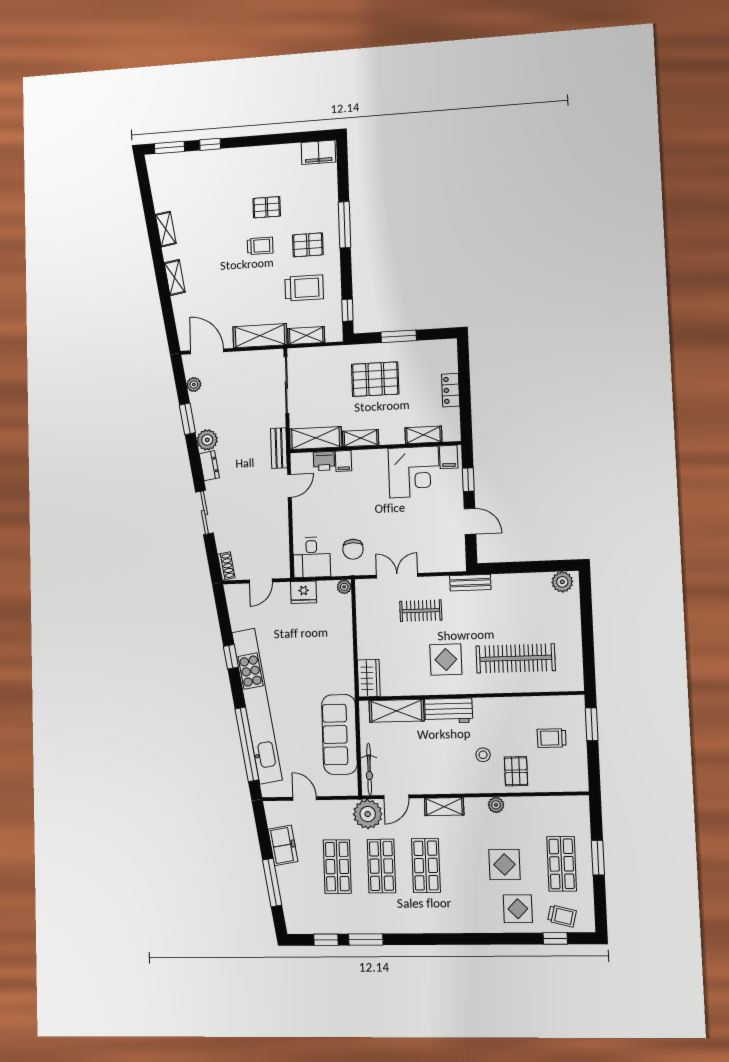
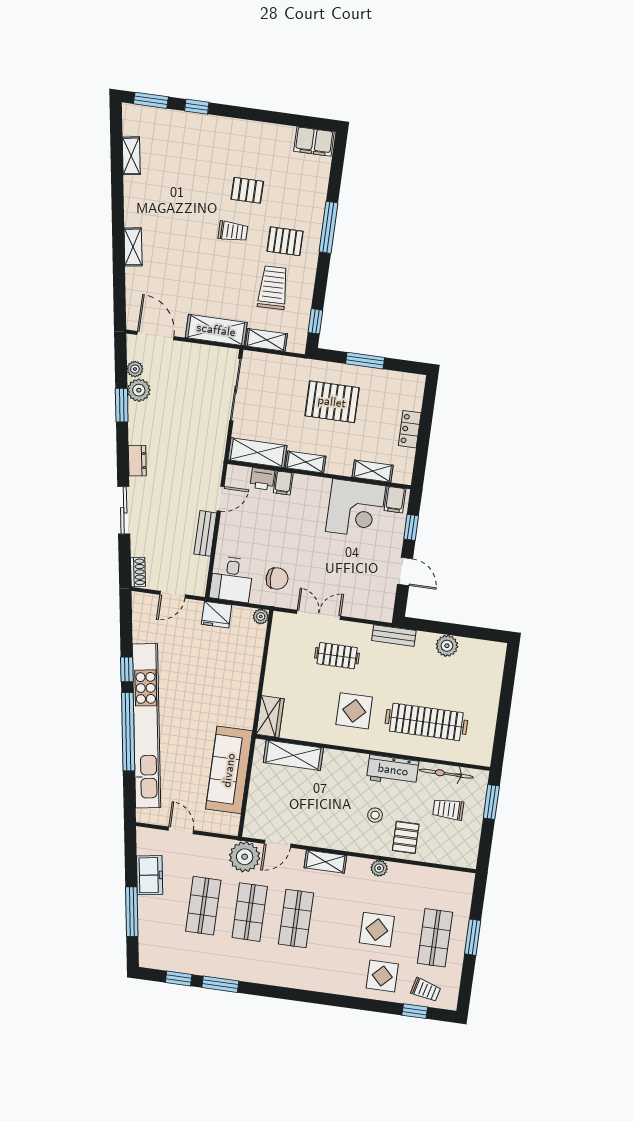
shelving: (166, 229) -> (131, 156), moved
trolley: (304, 288) -> (273, 288), turned -91
plant: (207, 440) -> (139, 390), moved
bench: (279, 448) -> (205, 533), moved
chair: (353, 549) -> (277, 579), turned -90
plant: (562, 582) -> (447, 646), moved
workbench: (449, 711) -> (393, 770), moved
window: (247, 744) -> (128, 732), moved
bicycle: (369, 769) -> (446, 774), moved, turned 90

